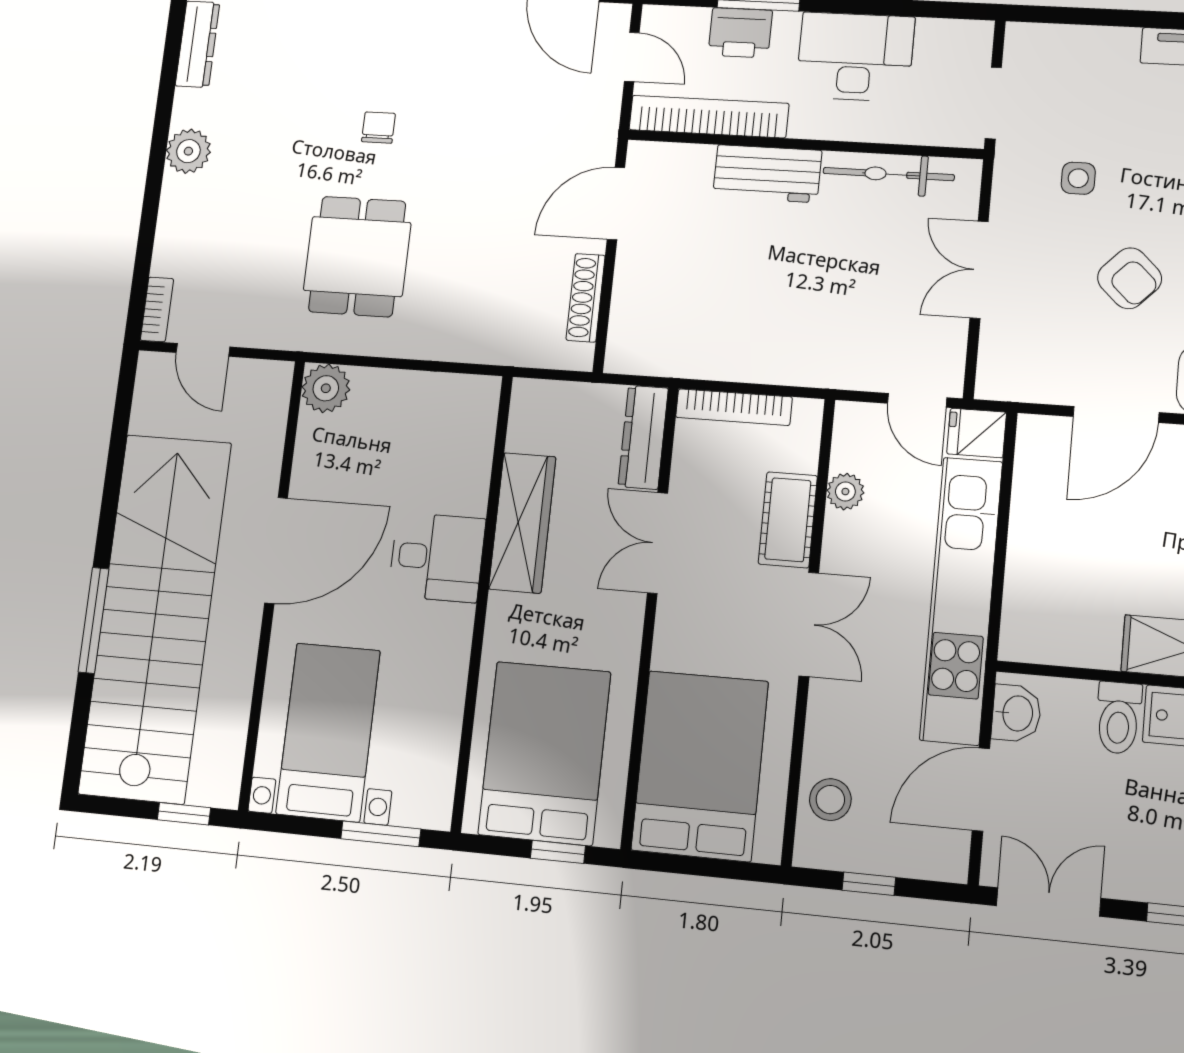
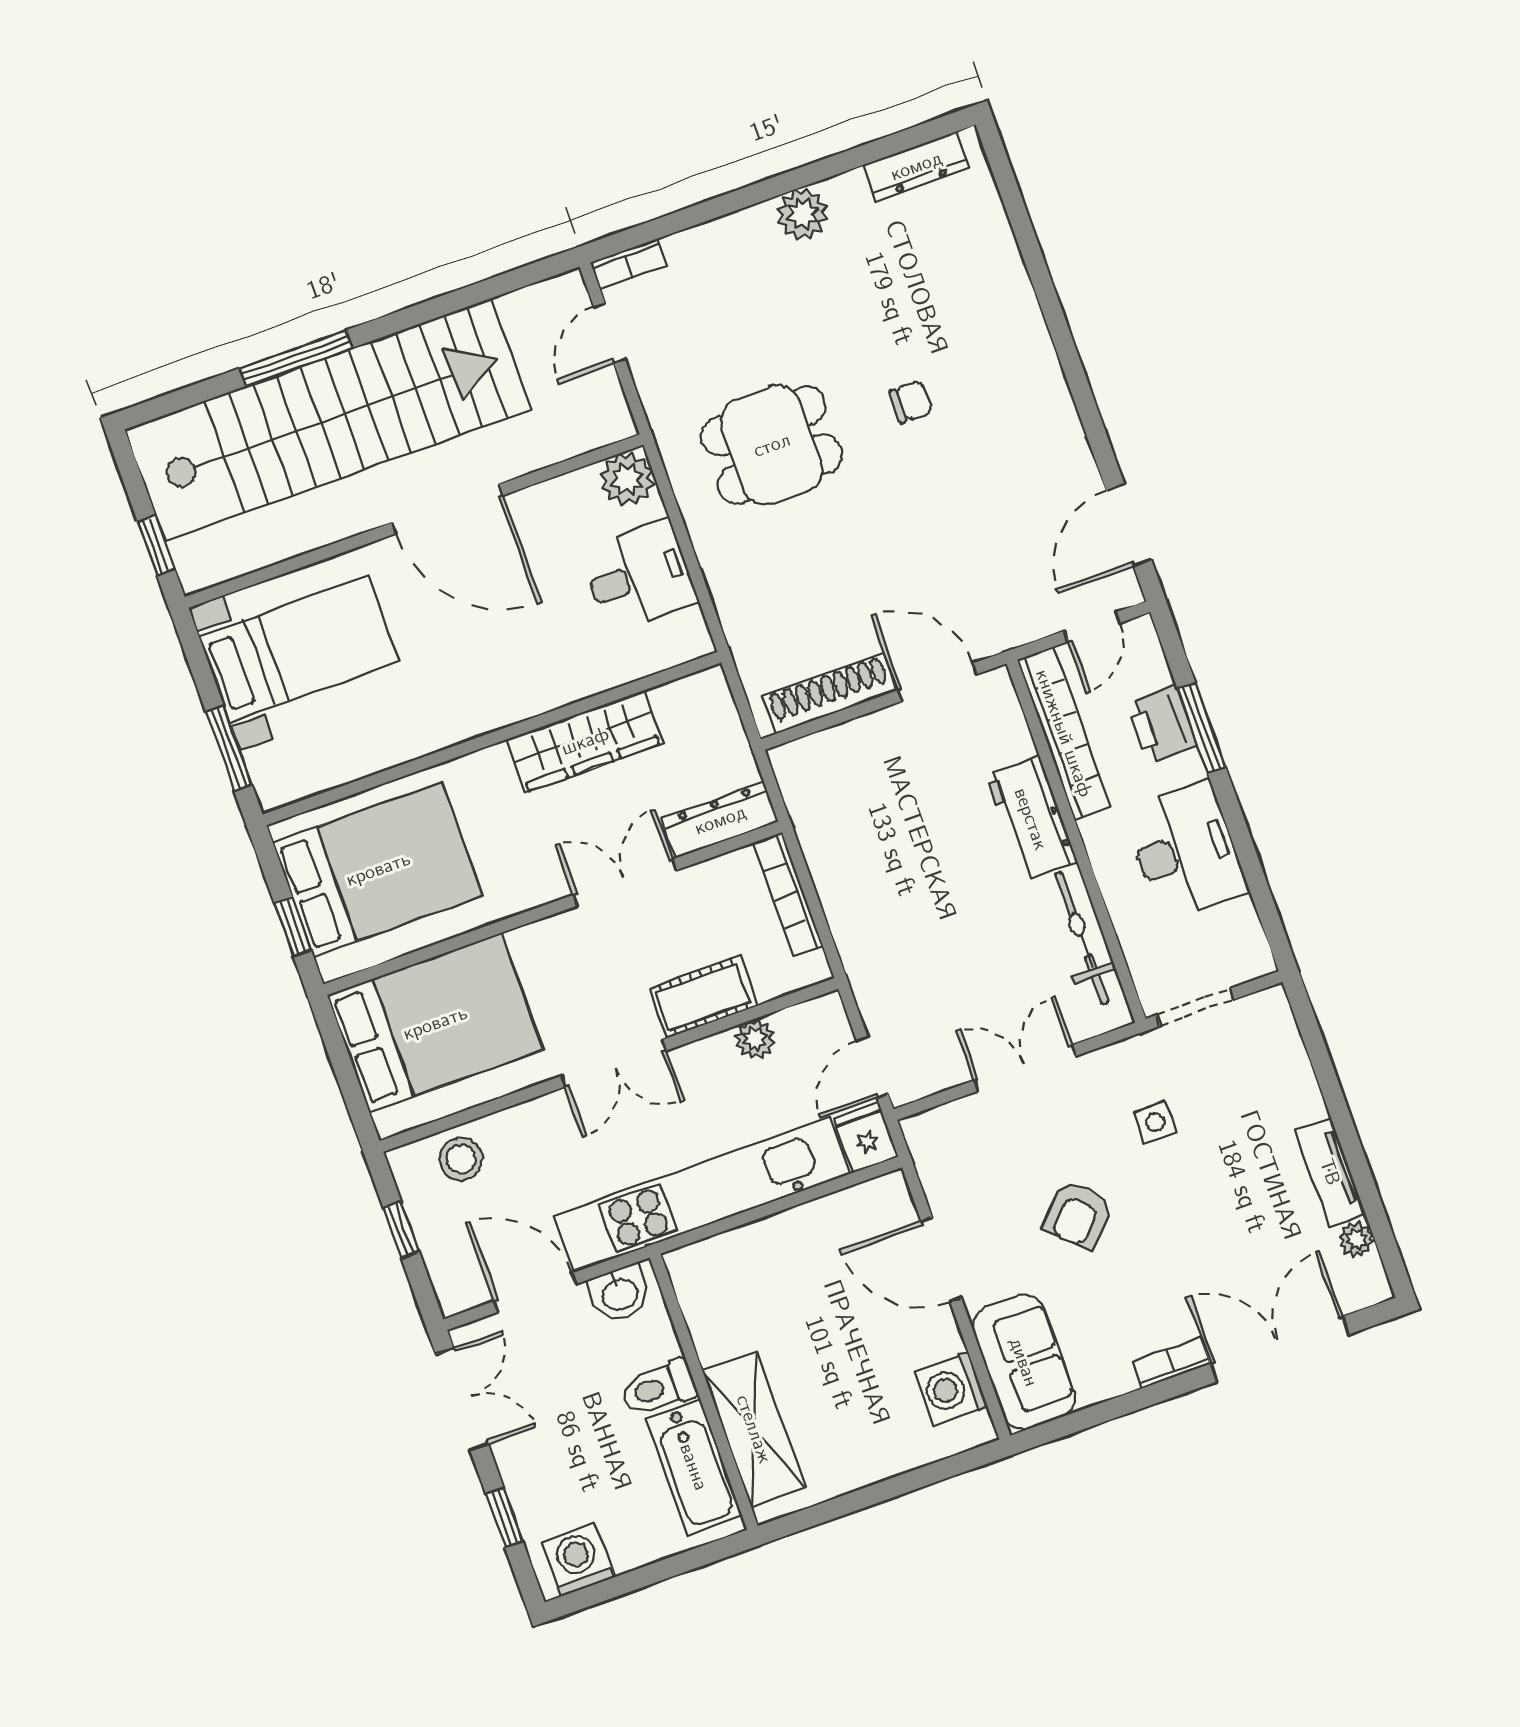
shoe rack: (586, 298) -> (830, 694), width x1.36, depth x1.24
desk: (437, 557) -> (639, 576), moved, turned -90

